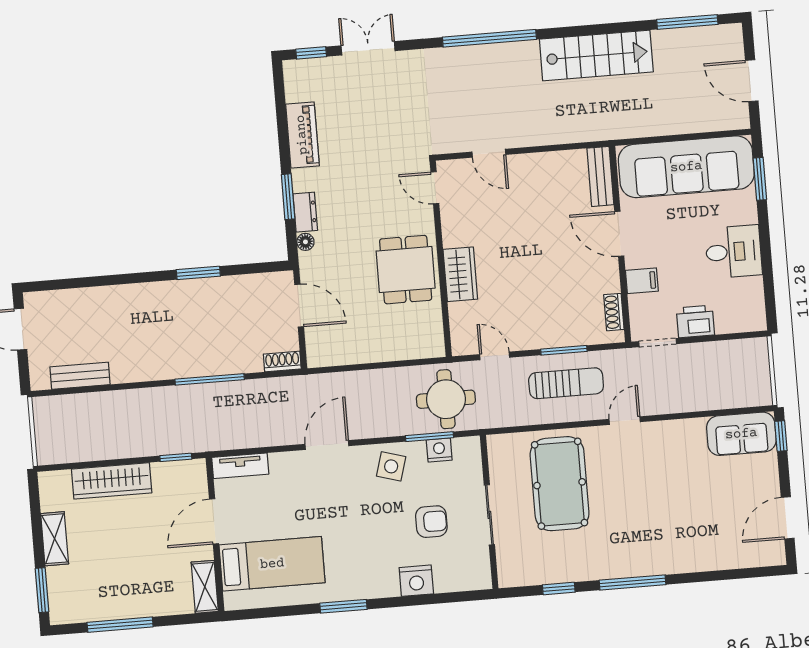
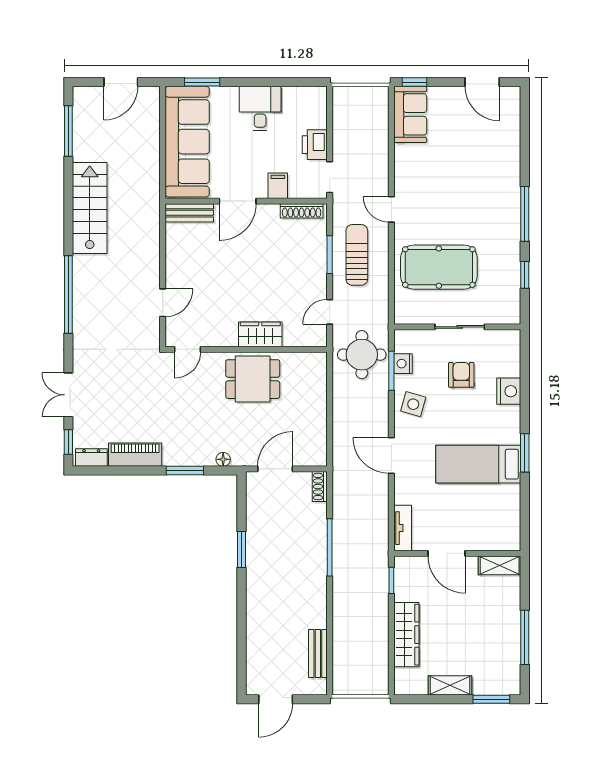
dresser: (305, 212) -> (91, 458), moved
shoe rack: (614, 312) -> (302, 211), width x1.43
bed: (272, 564) -> (478, 464), moved, turned -90

